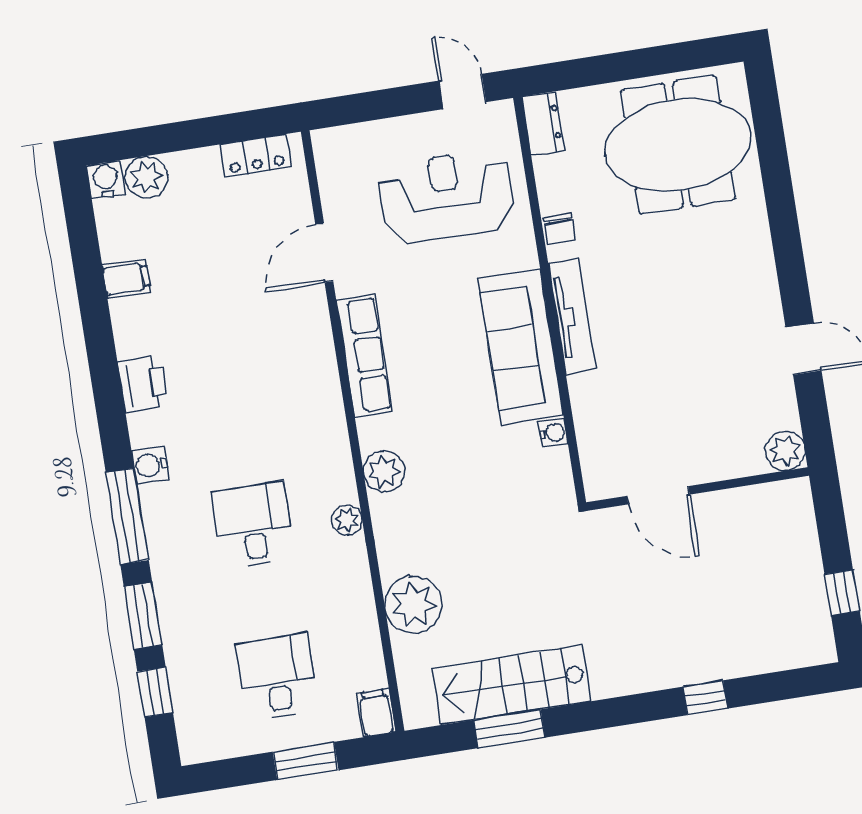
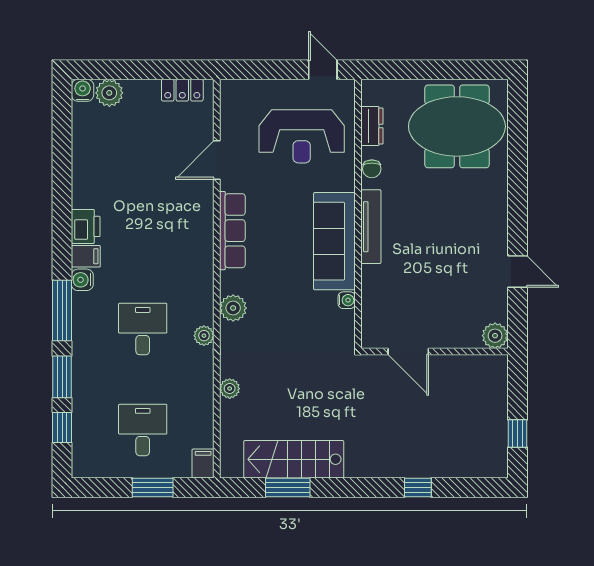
dresser: (543, 124) -> (372, 126), moved
reception desk: (446, 197) -> (302, 136), turned 180
filing cabinet: (126, 279) -> (86, 256), moved
plant: (413, 605) -> (230, 389), width x0.53, depth x0.53

